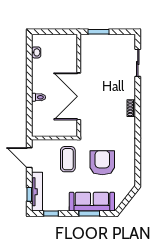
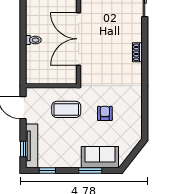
coffee table: (68, 159) -> (66, 109), turned 90
armchair: (102, 163) -> (105, 113), width x0.53, depth x0.53
sofa: (92, 202) -> (100, 157), width x0.73

